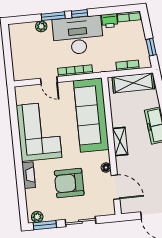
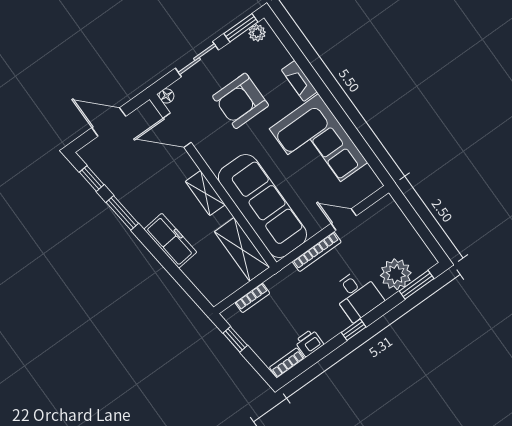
window: (53, 16) -> (417, 285), moved
plant: (41, 26) -> (396, 274), width x1.88, depth x1.88
desk: (78, 35) -> (357, 295), width x0.53, depth x0.77
shelving: (133, 83) -> (242, 249), moved, turned 90
floor lamp: (106, 168) -> (166, 96), moved
armchair: (69, 183) -> (241, 101), turned 180

